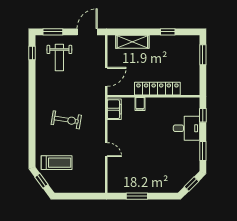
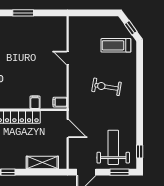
weight bench: (59, 57) -> (113, 147), width x1.36, depth x1.33
door: (106, 77) -> (68, 129), swing flipped
filing cabinet: (114, 109) -> (60, 102), width x0.50
window: (137, 196) -> (23, 13), moved

